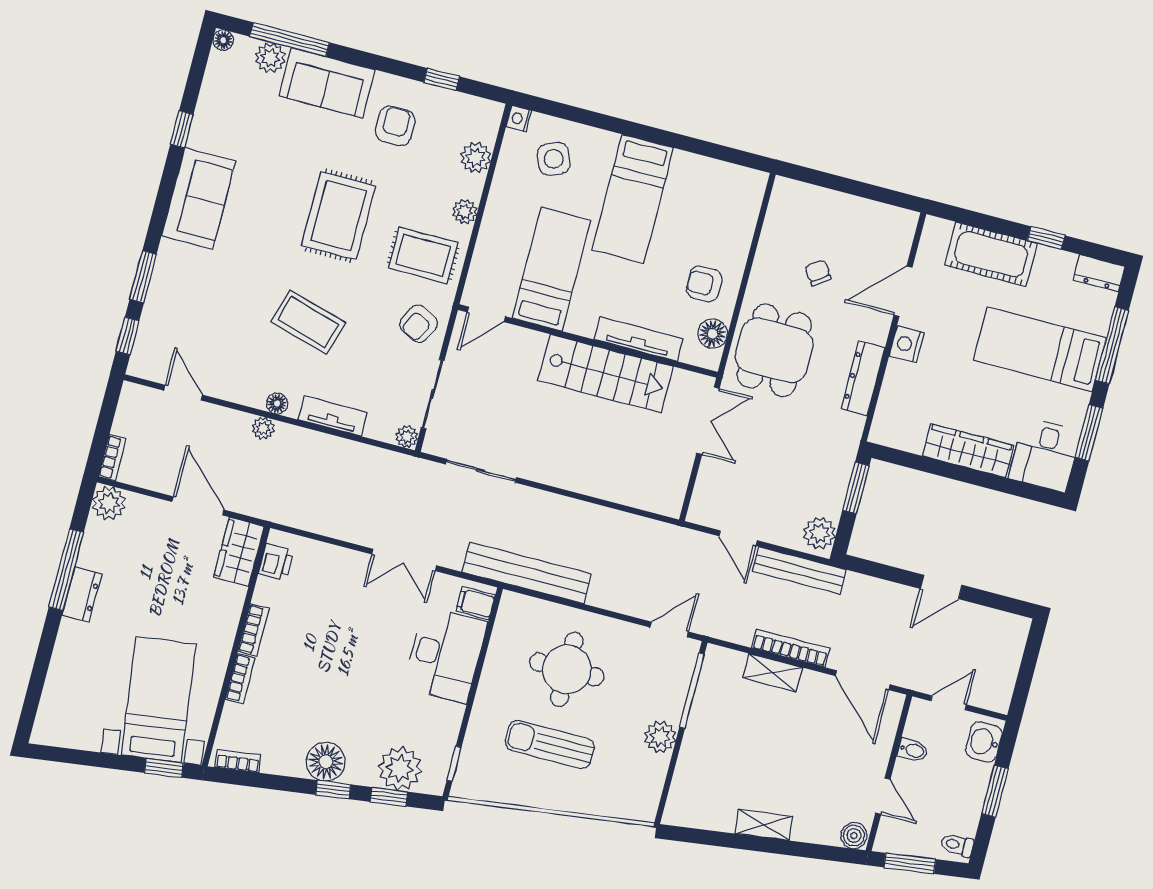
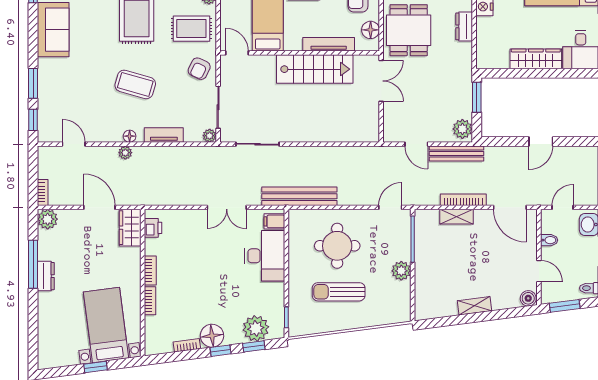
door: (486, 314) -> (237, 53), swing flipped
dresser: (863, 378) -> (464, 26), width x0.70
bookcase: (238, 761) -> (187, 345), moved
window: (164, 768) -> (95, 367), moved

